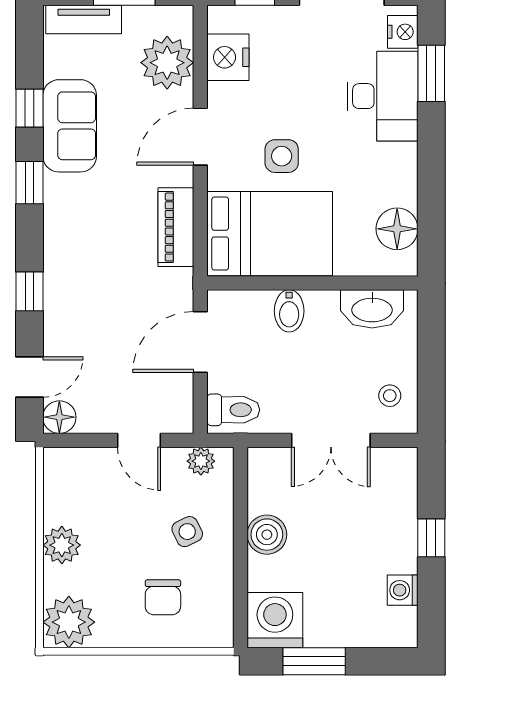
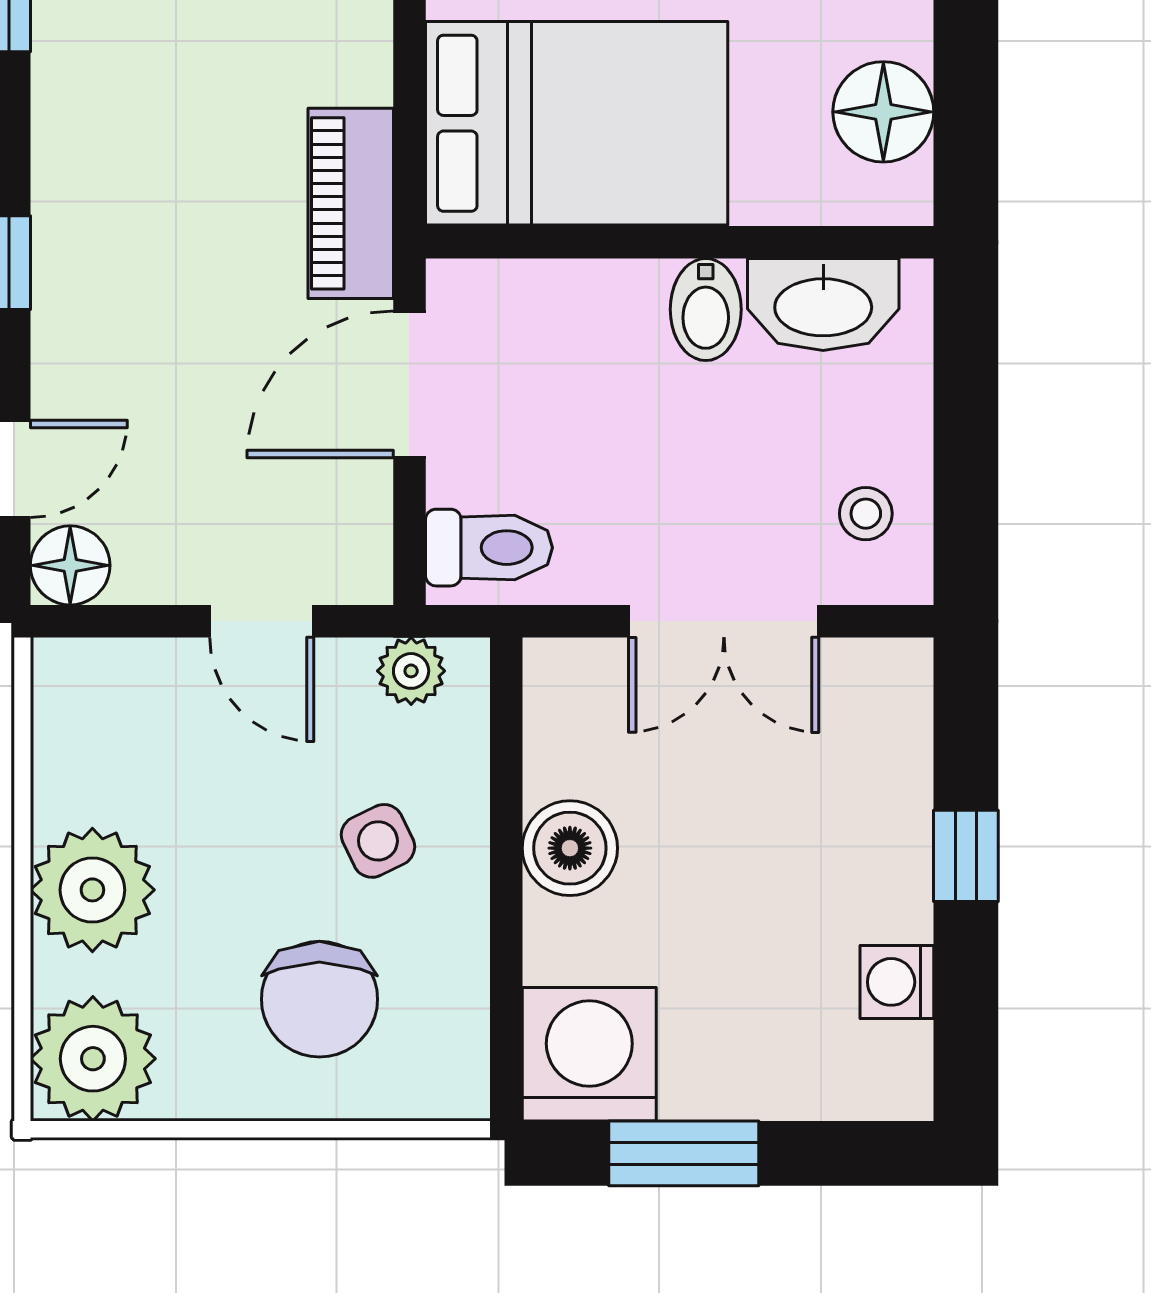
piano: (176, 227) -> (351, 203), moved
bidet: (289, 311) -> (706, 309), moved
plant: (62, 545) -> (92, 890), width x1.36, depth x1.36
chair: (163, 597) -> (319, 999), width x1.37, depth x1.37

